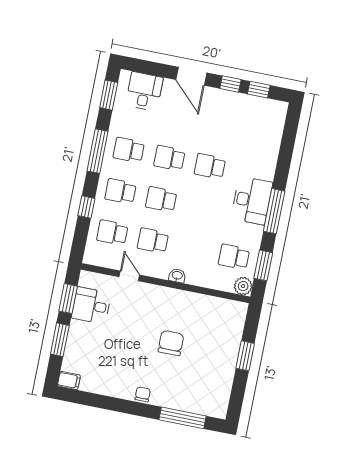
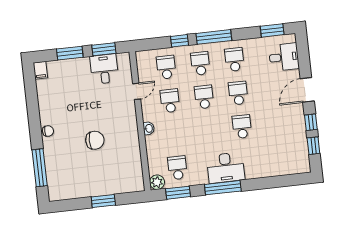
window: (98, 151) -> (214, 37), moved

